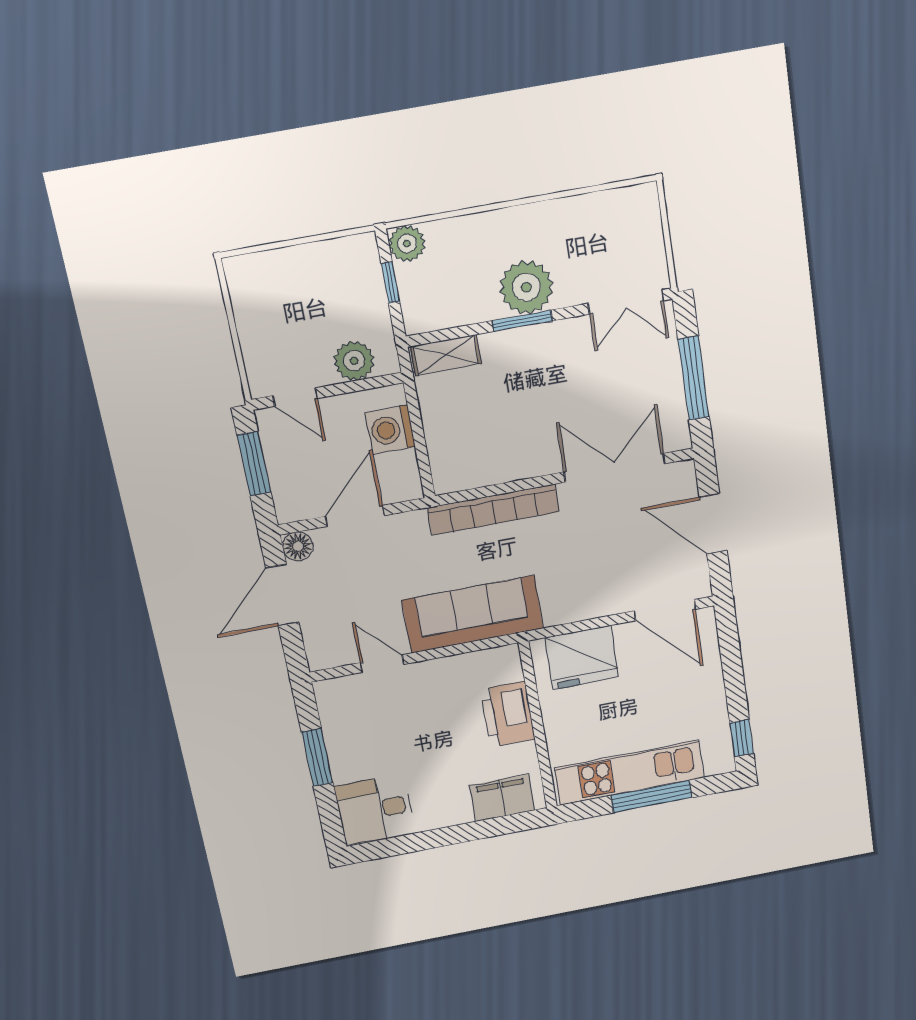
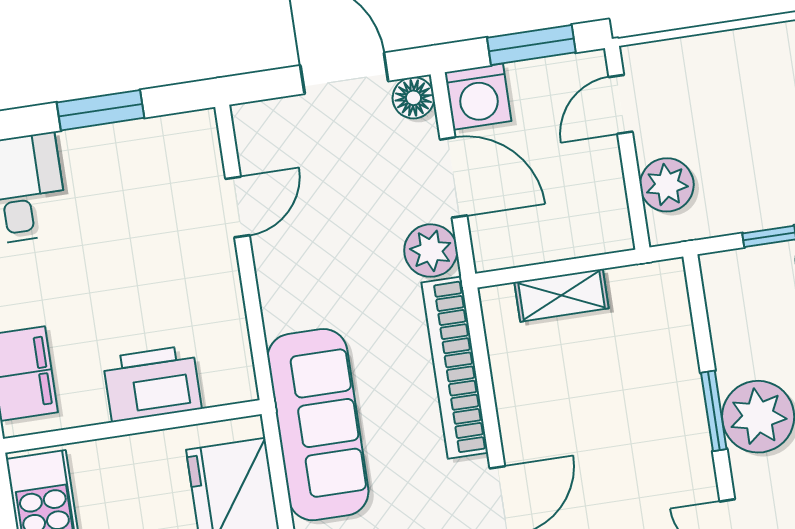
shelving: (446, 355) -> (562, 295), moved, turned 90
washing machine: (390, 430) -> (478, 97), moved, turned 180
plant: (409, 530) -> (431, 251), added
sofa: (473, 614) -> (318, 425), moved

